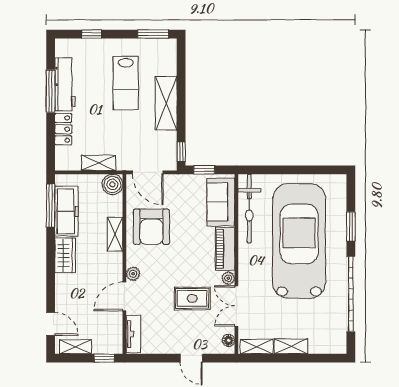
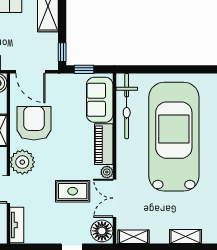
armchair: (151, 227) -> (34, 123), turned 180
plant: (133, 274) -> (22, 162), width x1.88, depth x1.88
floor lamp: (229, 340) -> (102, 231), width x1.89, depth x1.89
shelving: (291, 346) -> (185, 237), moved

